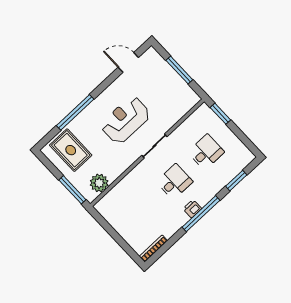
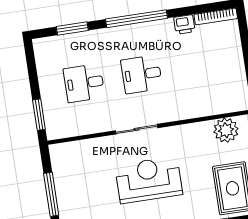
reception desk: (126, 120) -> (149, 180), turned 180
printer: (192, 209) -> (184, 24), moved

